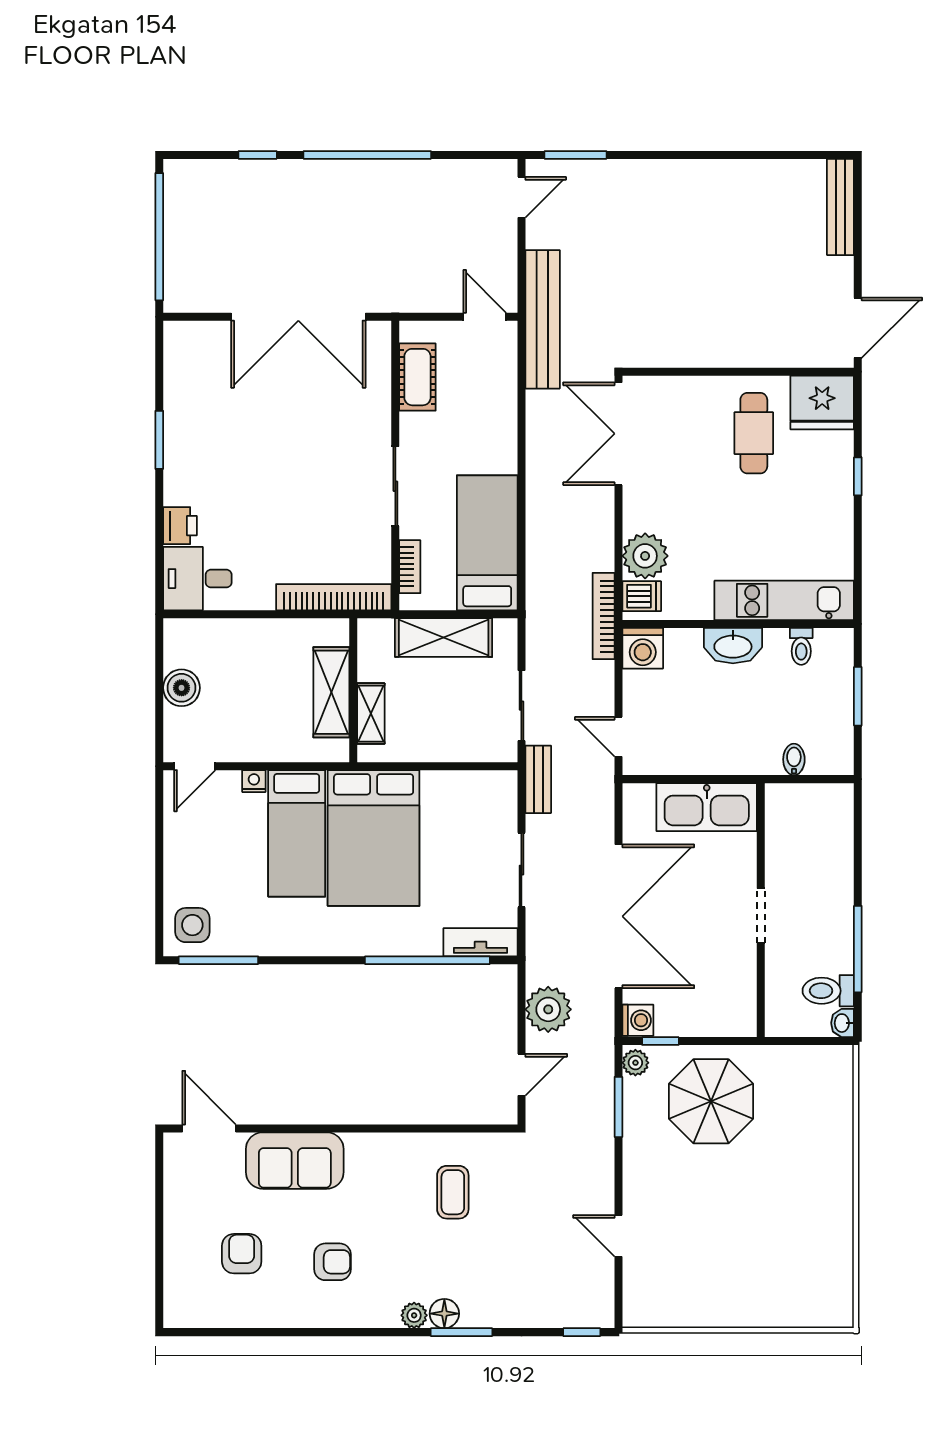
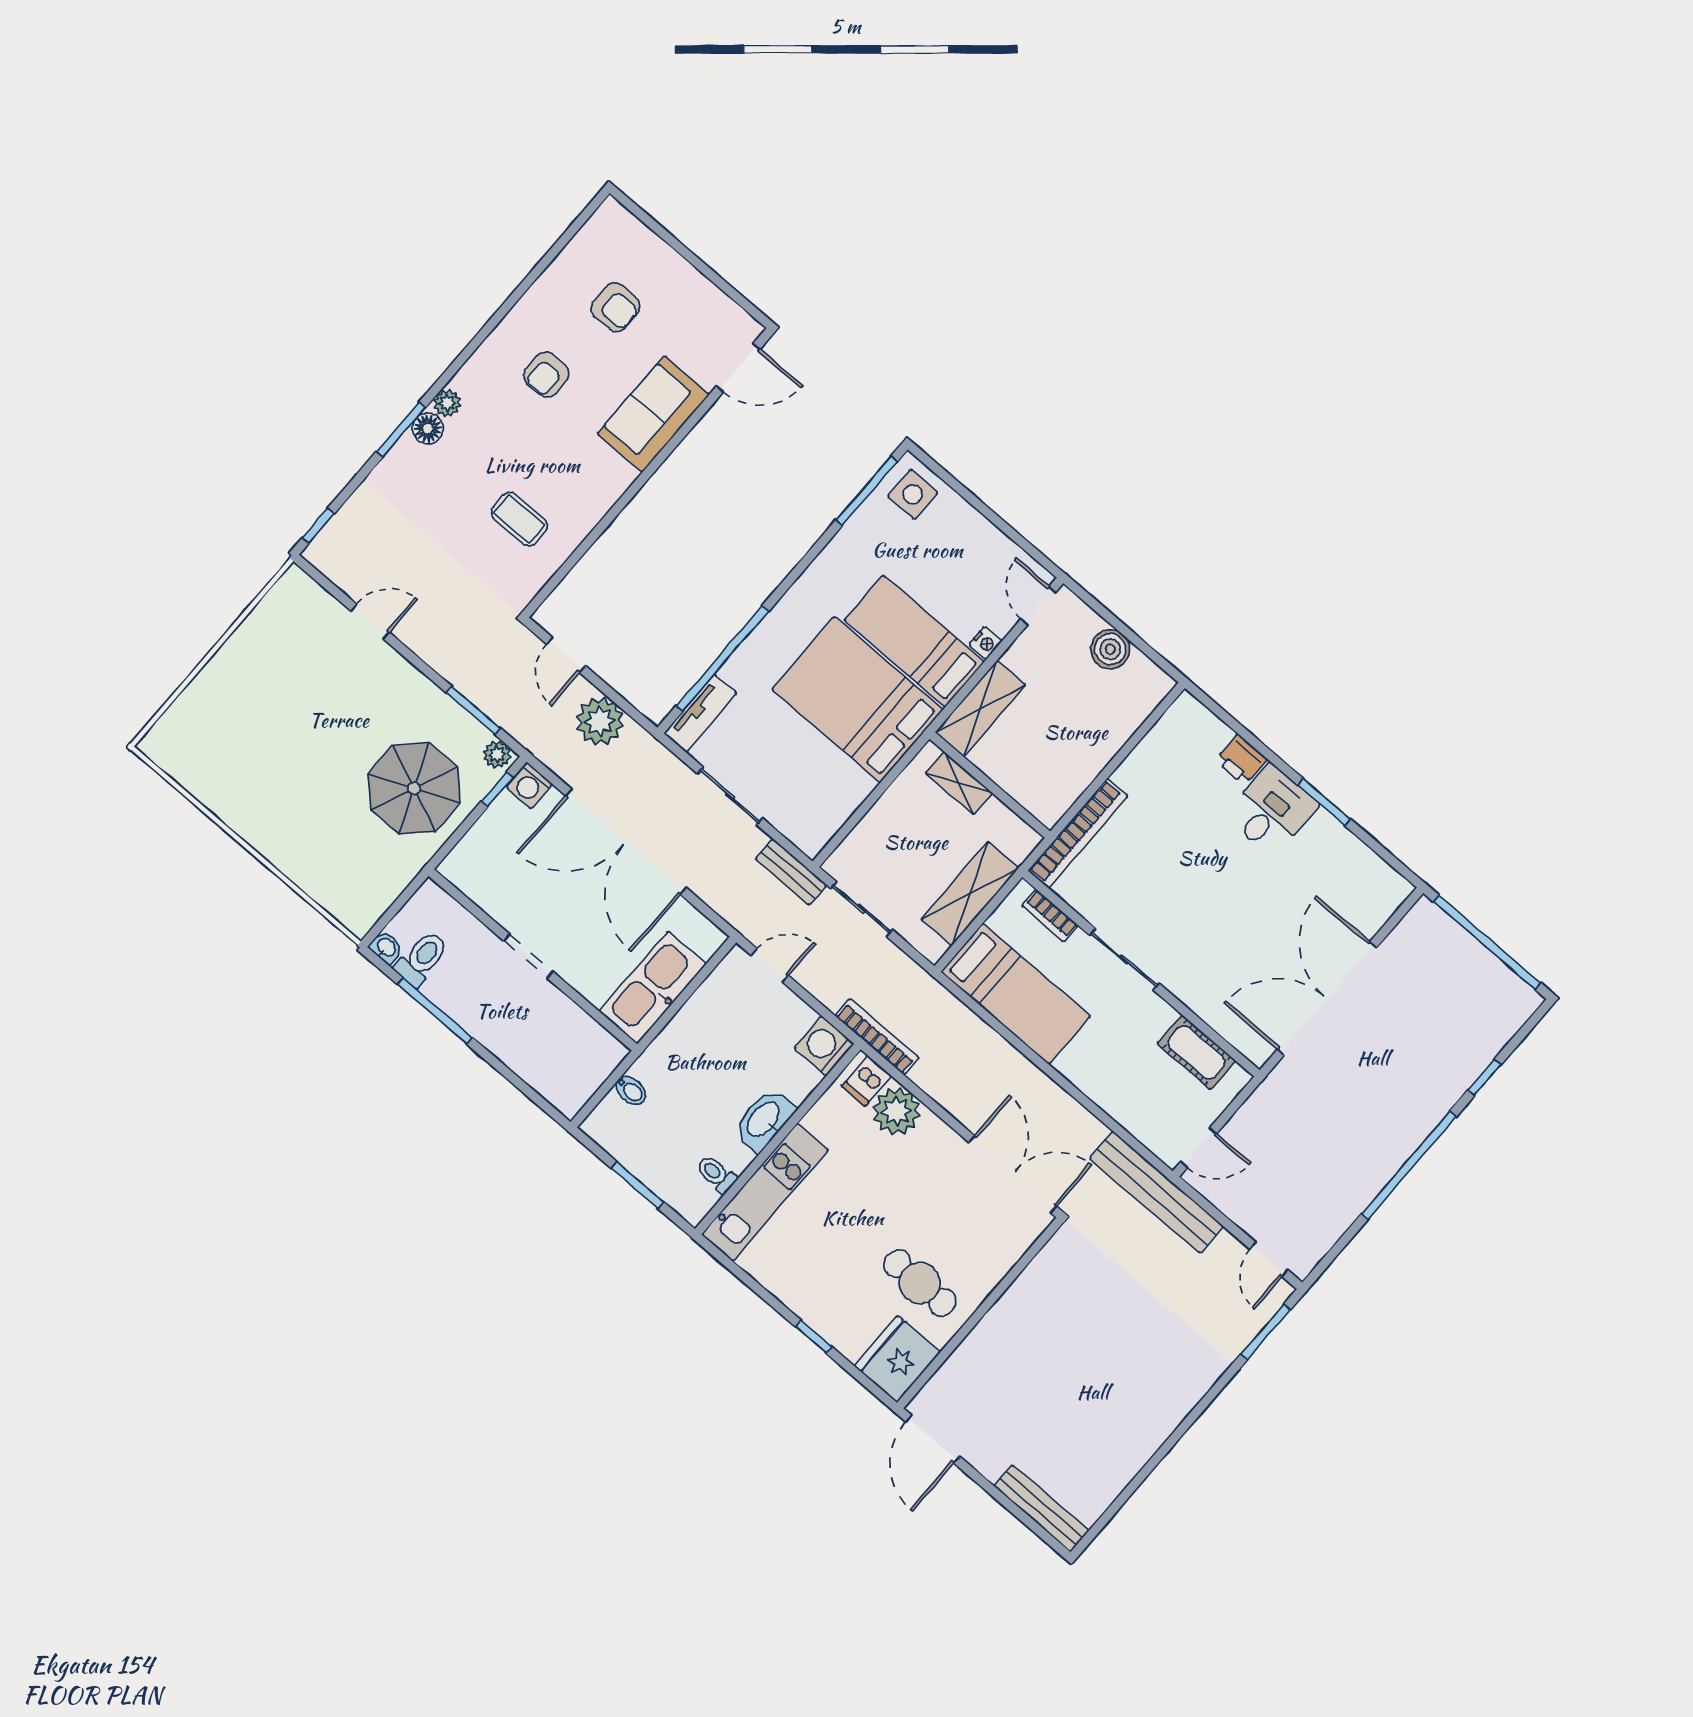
desk: (197, 579) -> (1272, 810), moved
shelving: (331, 692) -> (980, 709), moved, turned 90

